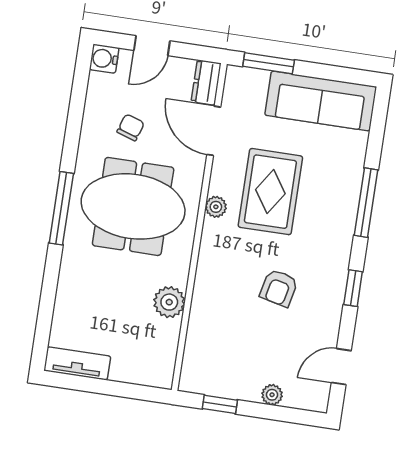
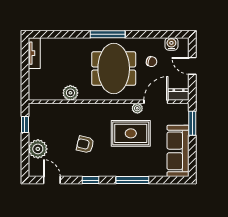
water cooler: (104, 59) -> (171, 44), moved
plant: (216, 207) -> (137, 108), moved
plant: (272, 395) -> (38, 149), width x1.87, depth x1.87

